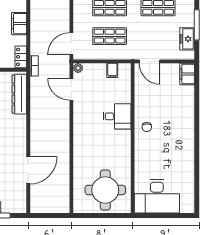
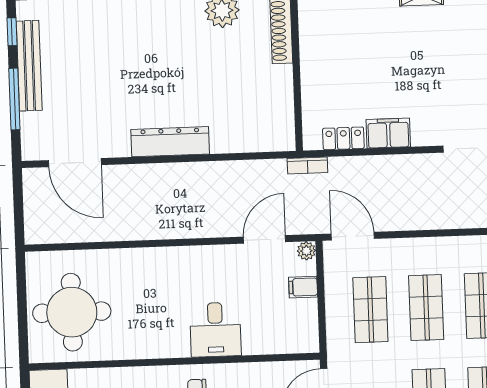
locker: (21, 57) -> (343, 138), moved
filing cabinet: (112, 70) -> (303, 287), moved
dresser: (19, 94) -> (170, 142), moved
door: (28, 170) -> (75, 163), moved

